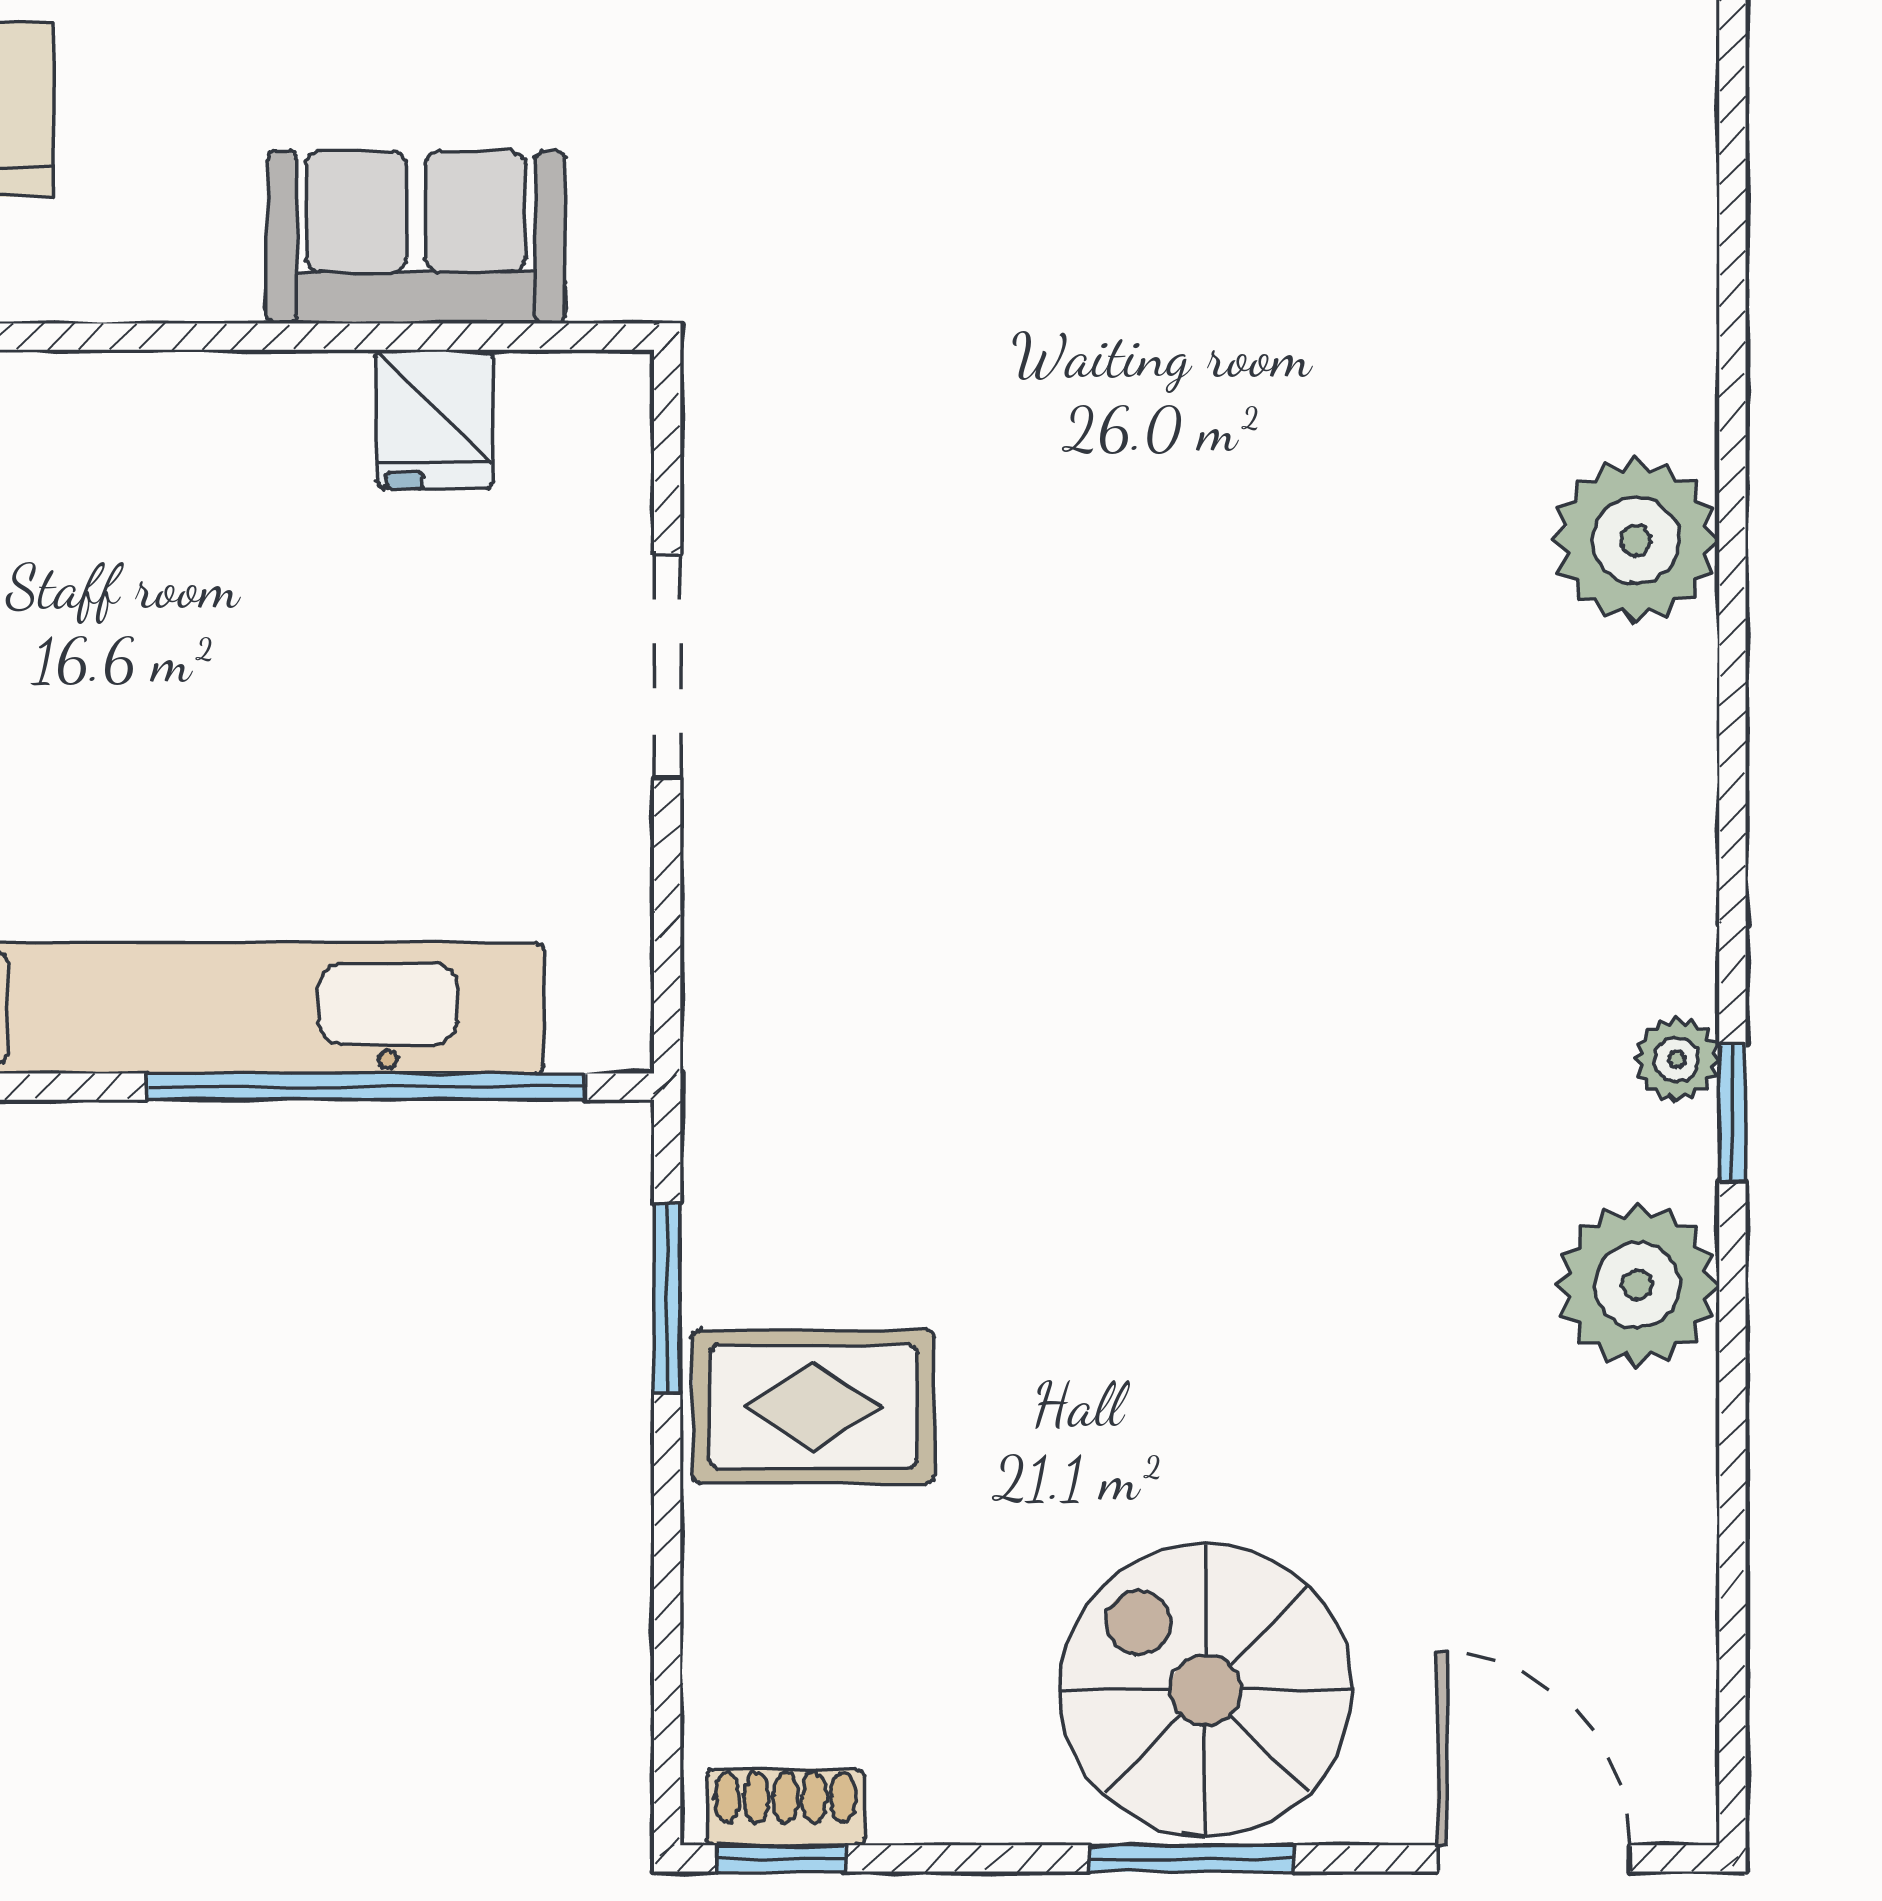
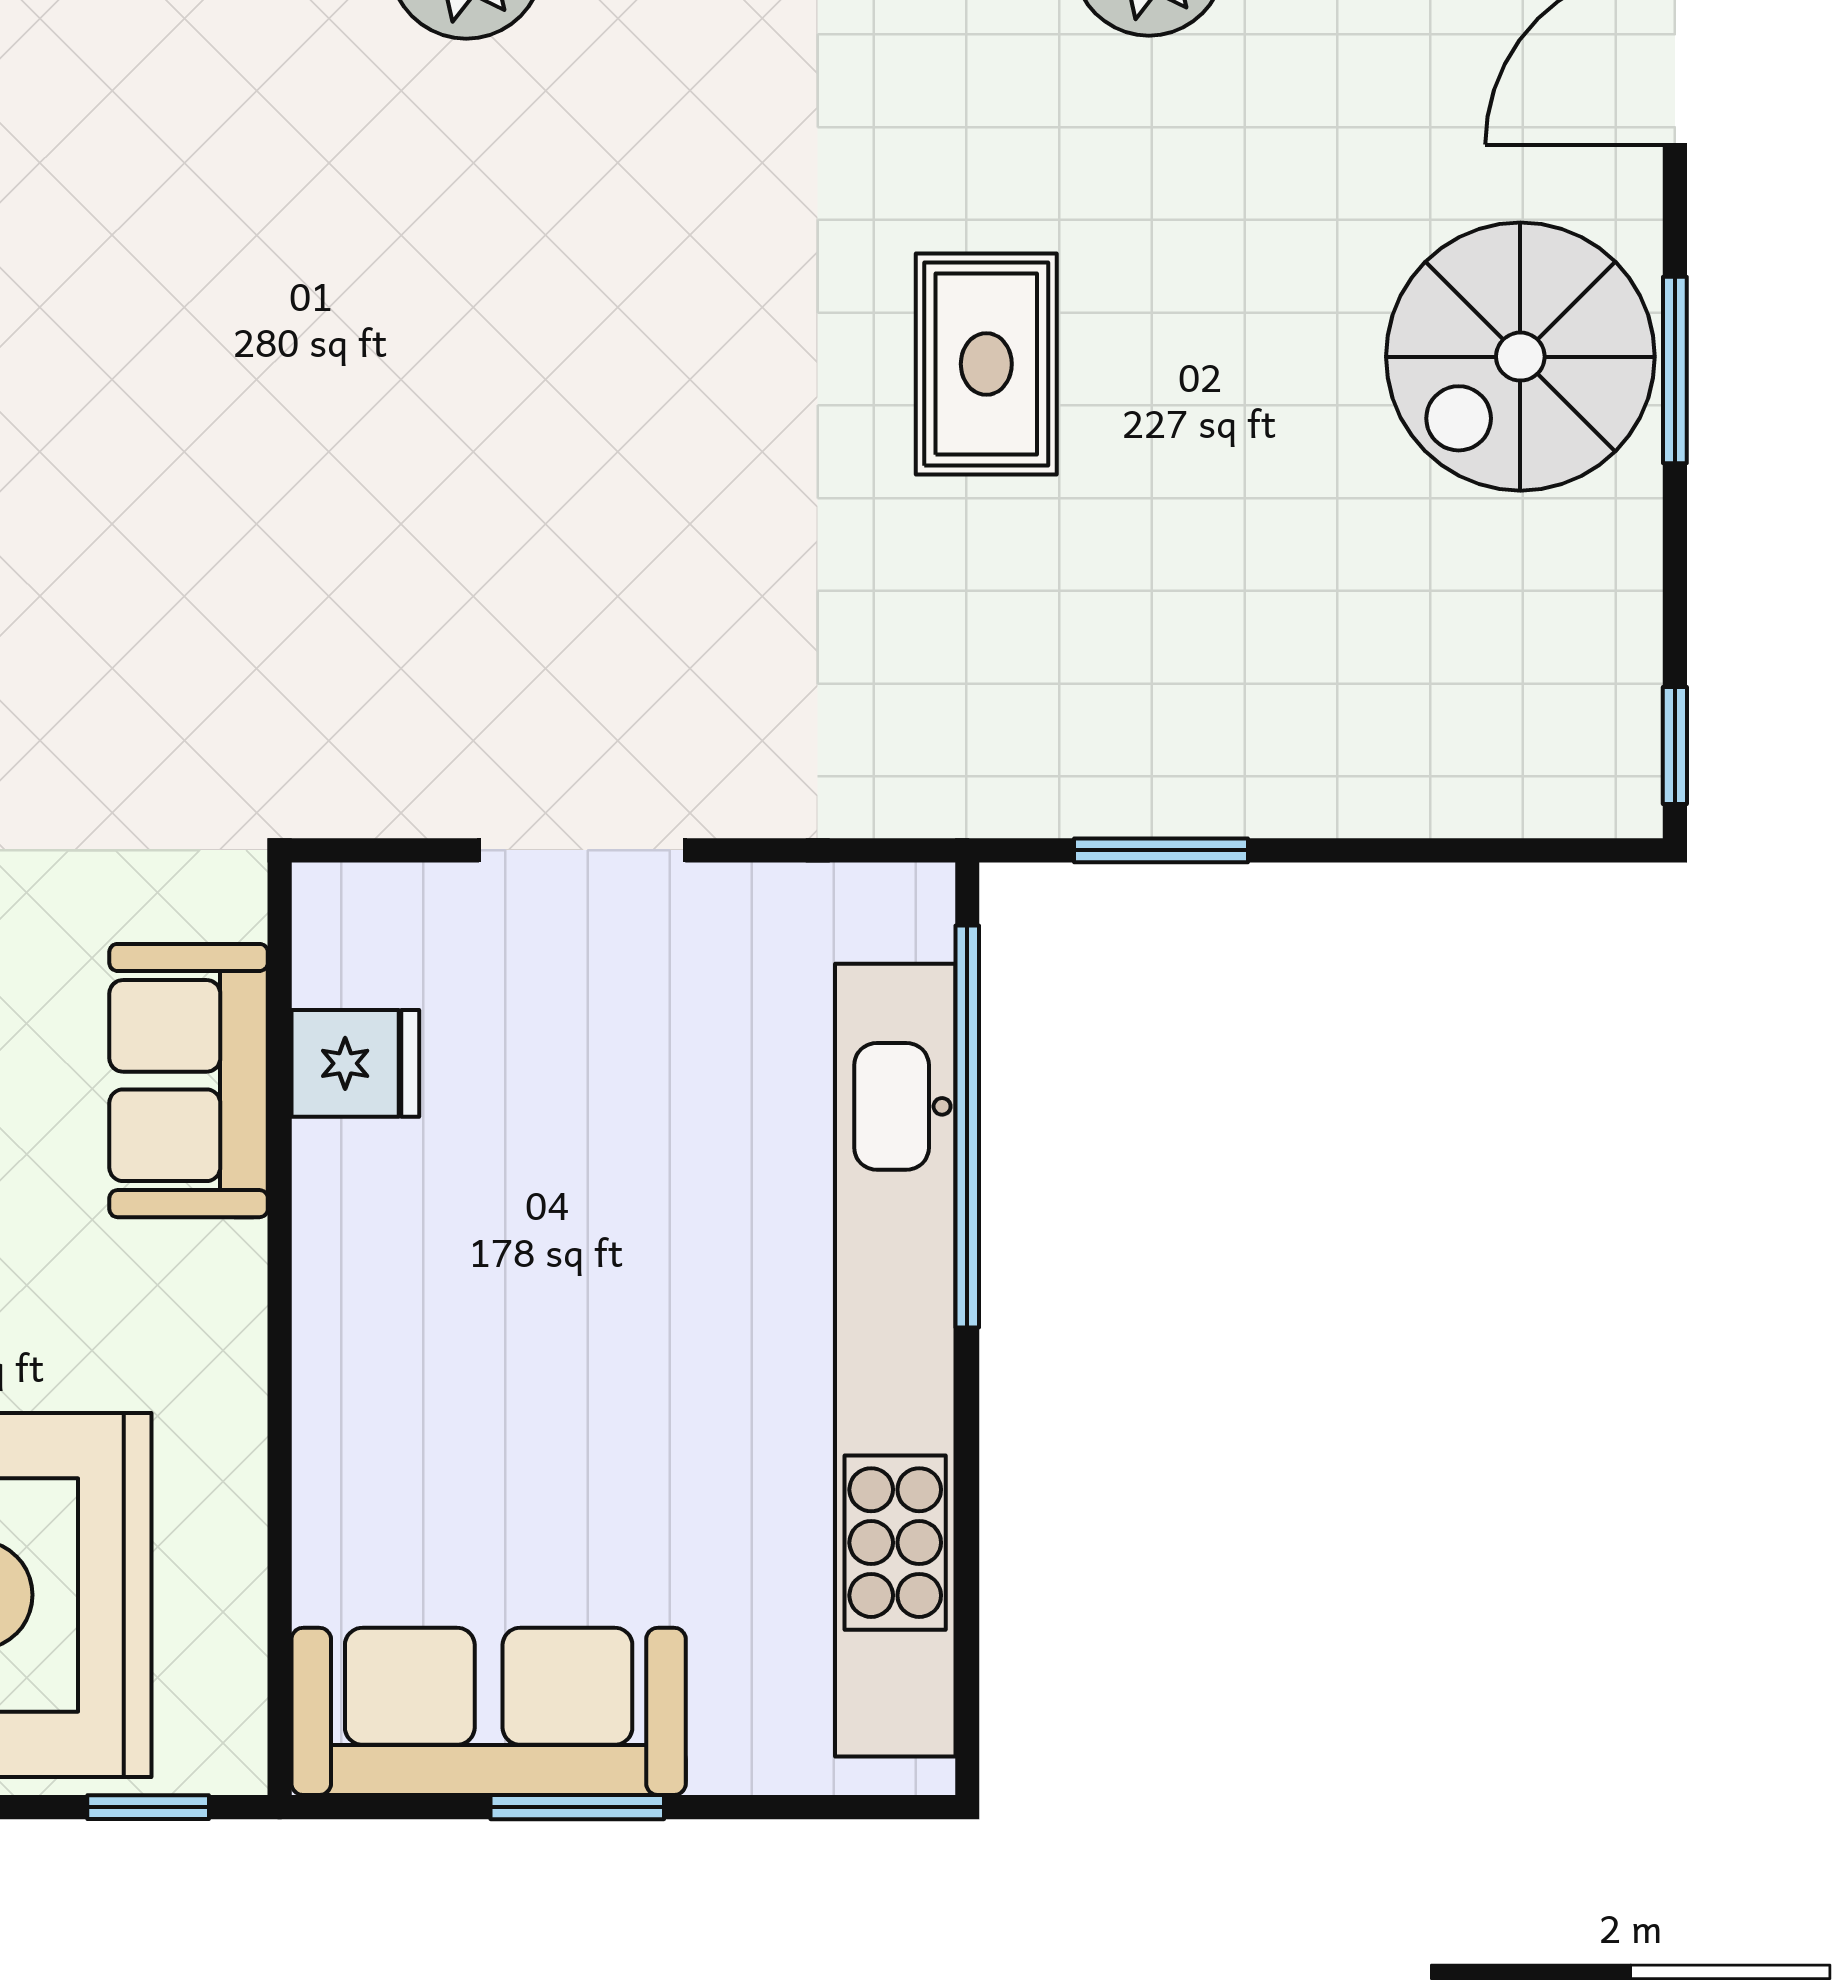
rug: (814, 1407) -> (986, 364), moved
shoe rack: (785, 1807) -> (1628, 742), removed

